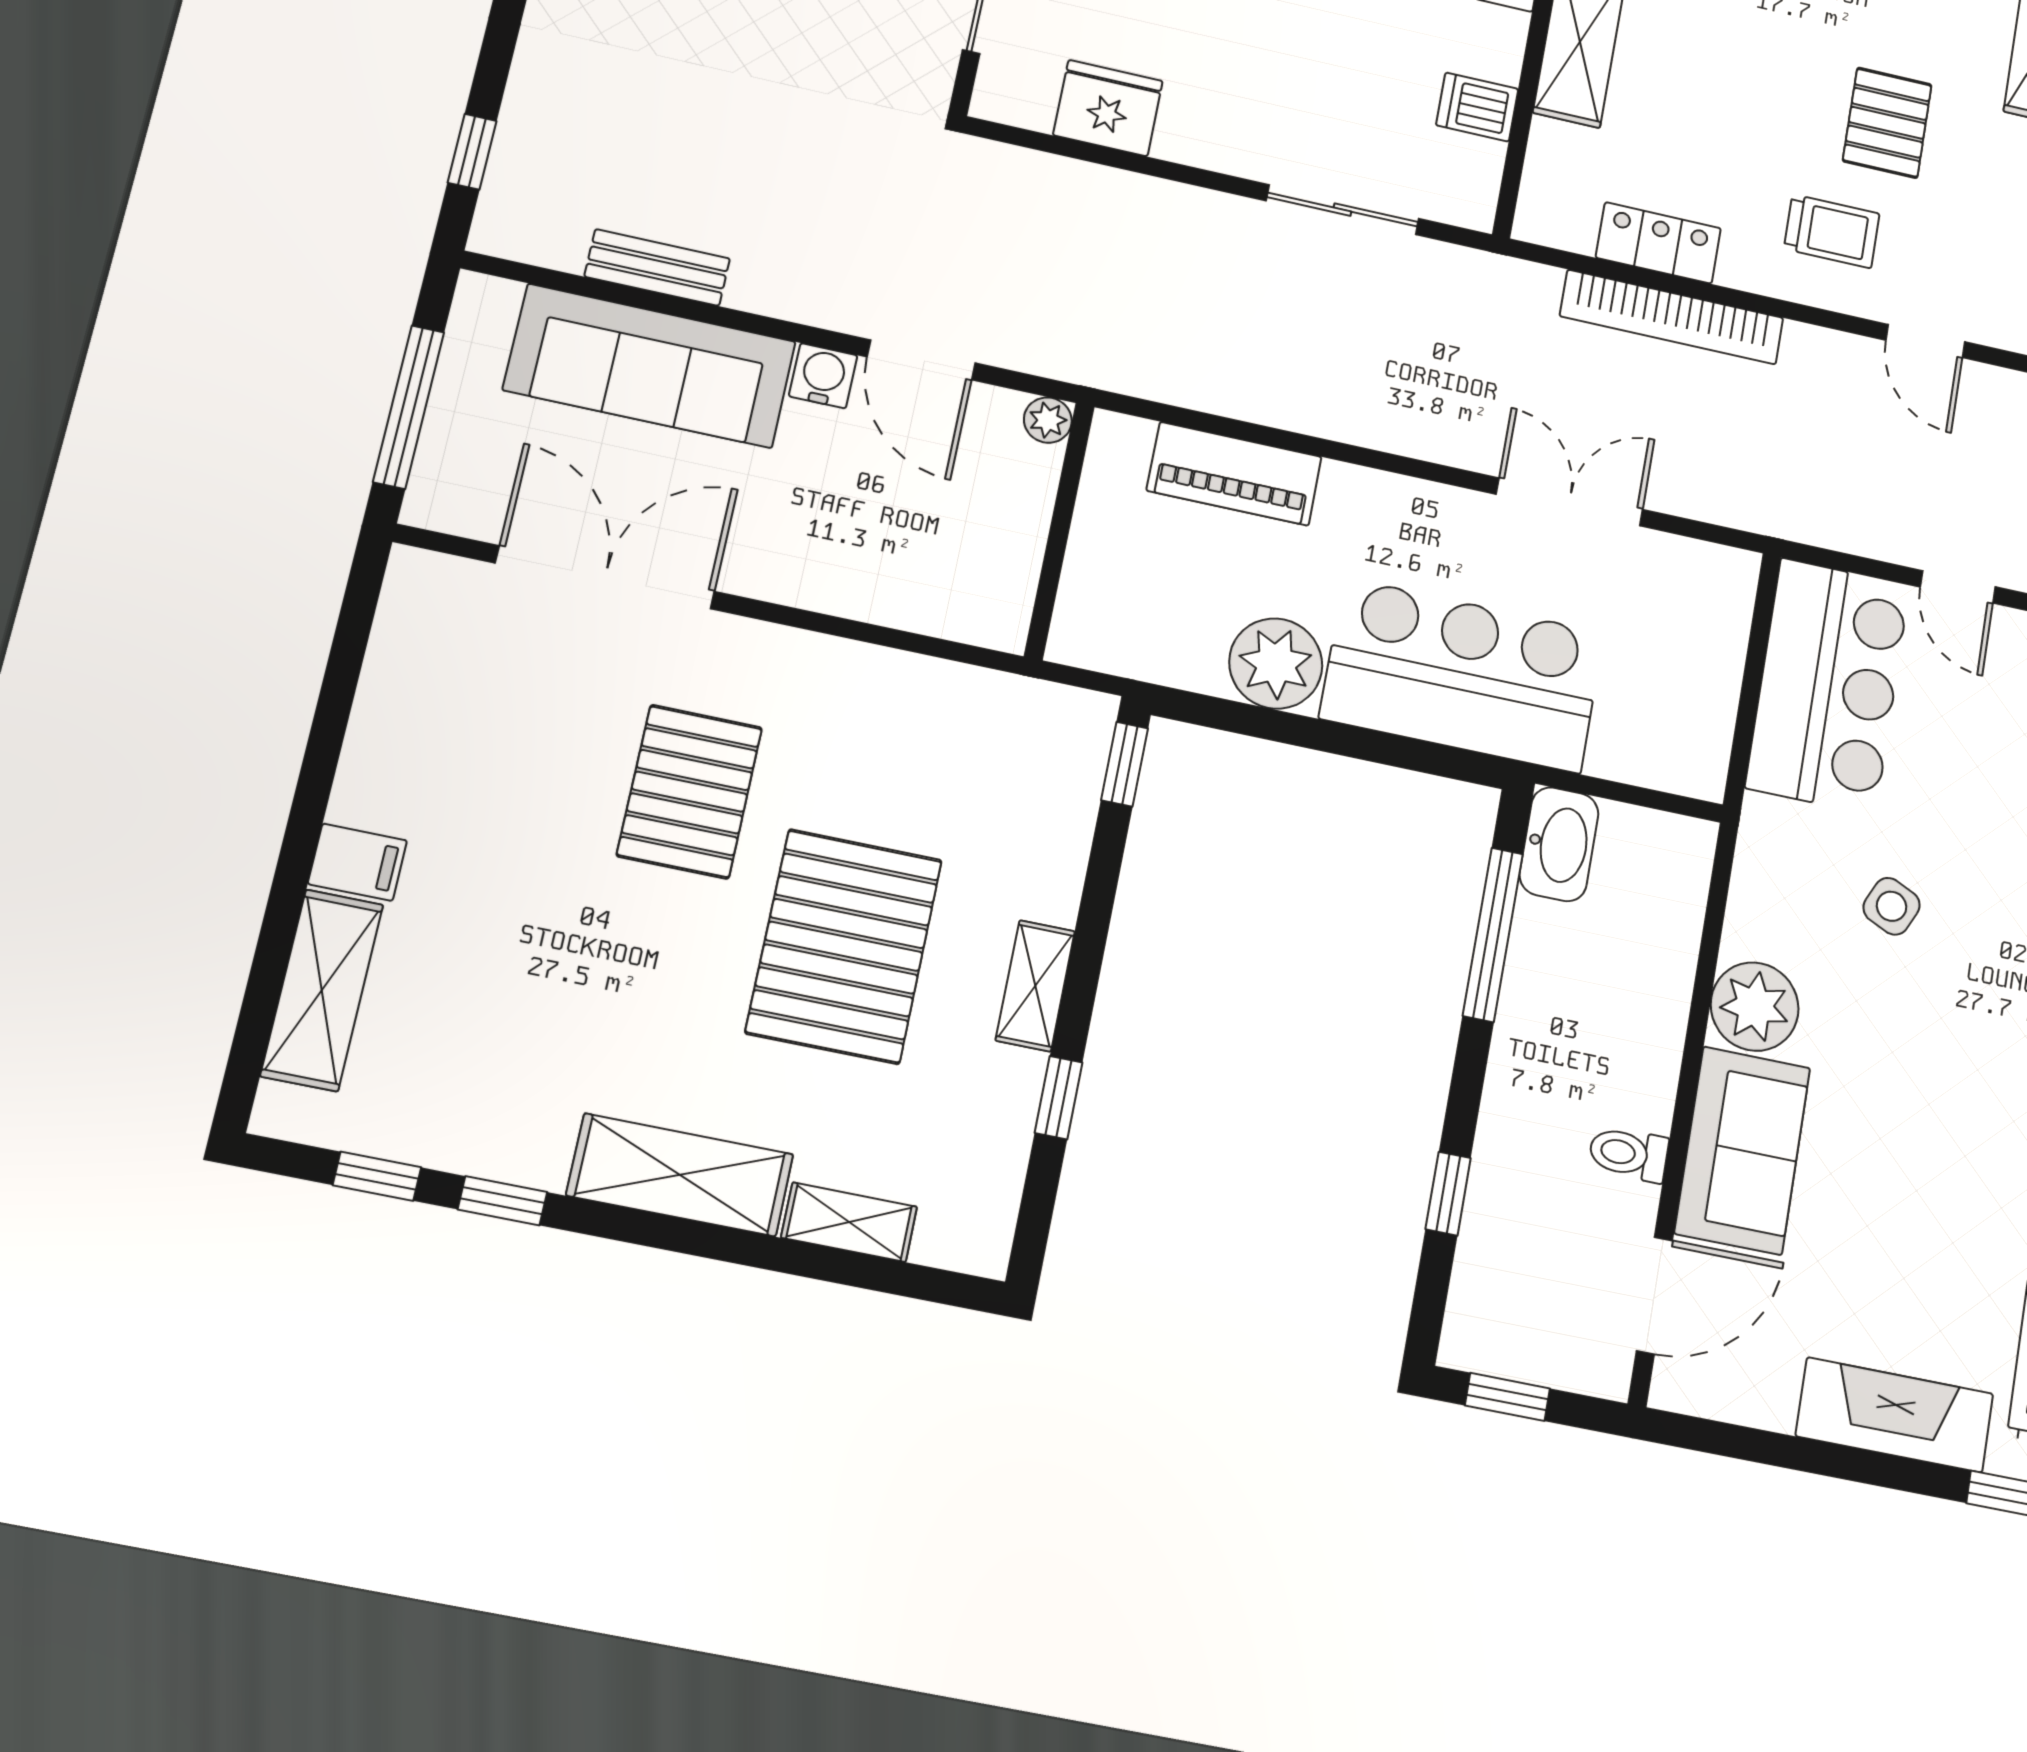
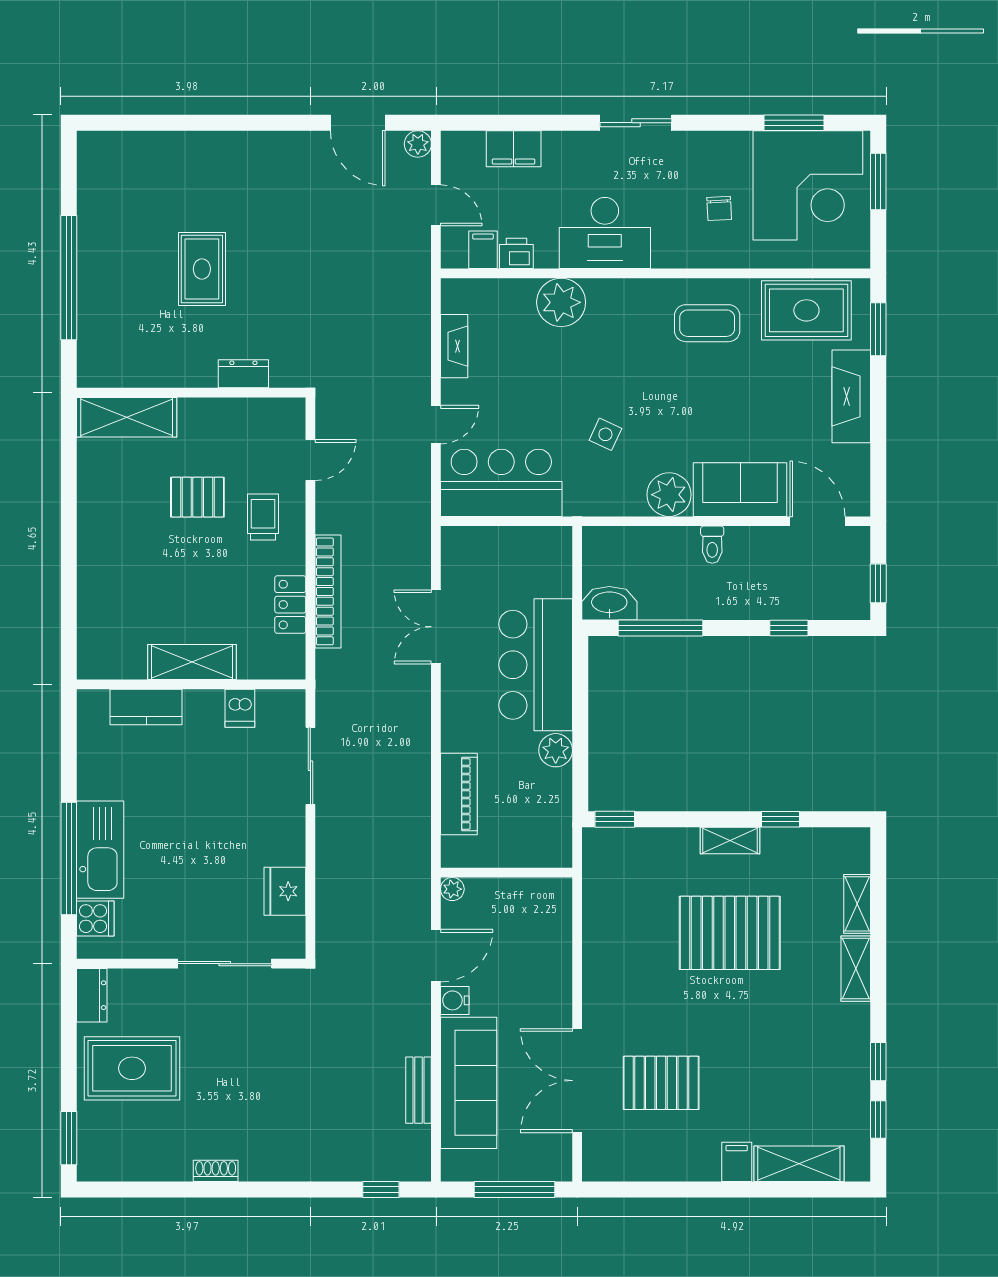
plant: (1276, 664) -> (556, 750), width x0.73, depth x0.73
pallet: (689, 792) -> (661, 1083), moved
toilet: (1629, 1154) -> (712, 545), moved
shelving: (680, 1175) -> (856, 969), width x0.67, depth x0.75

